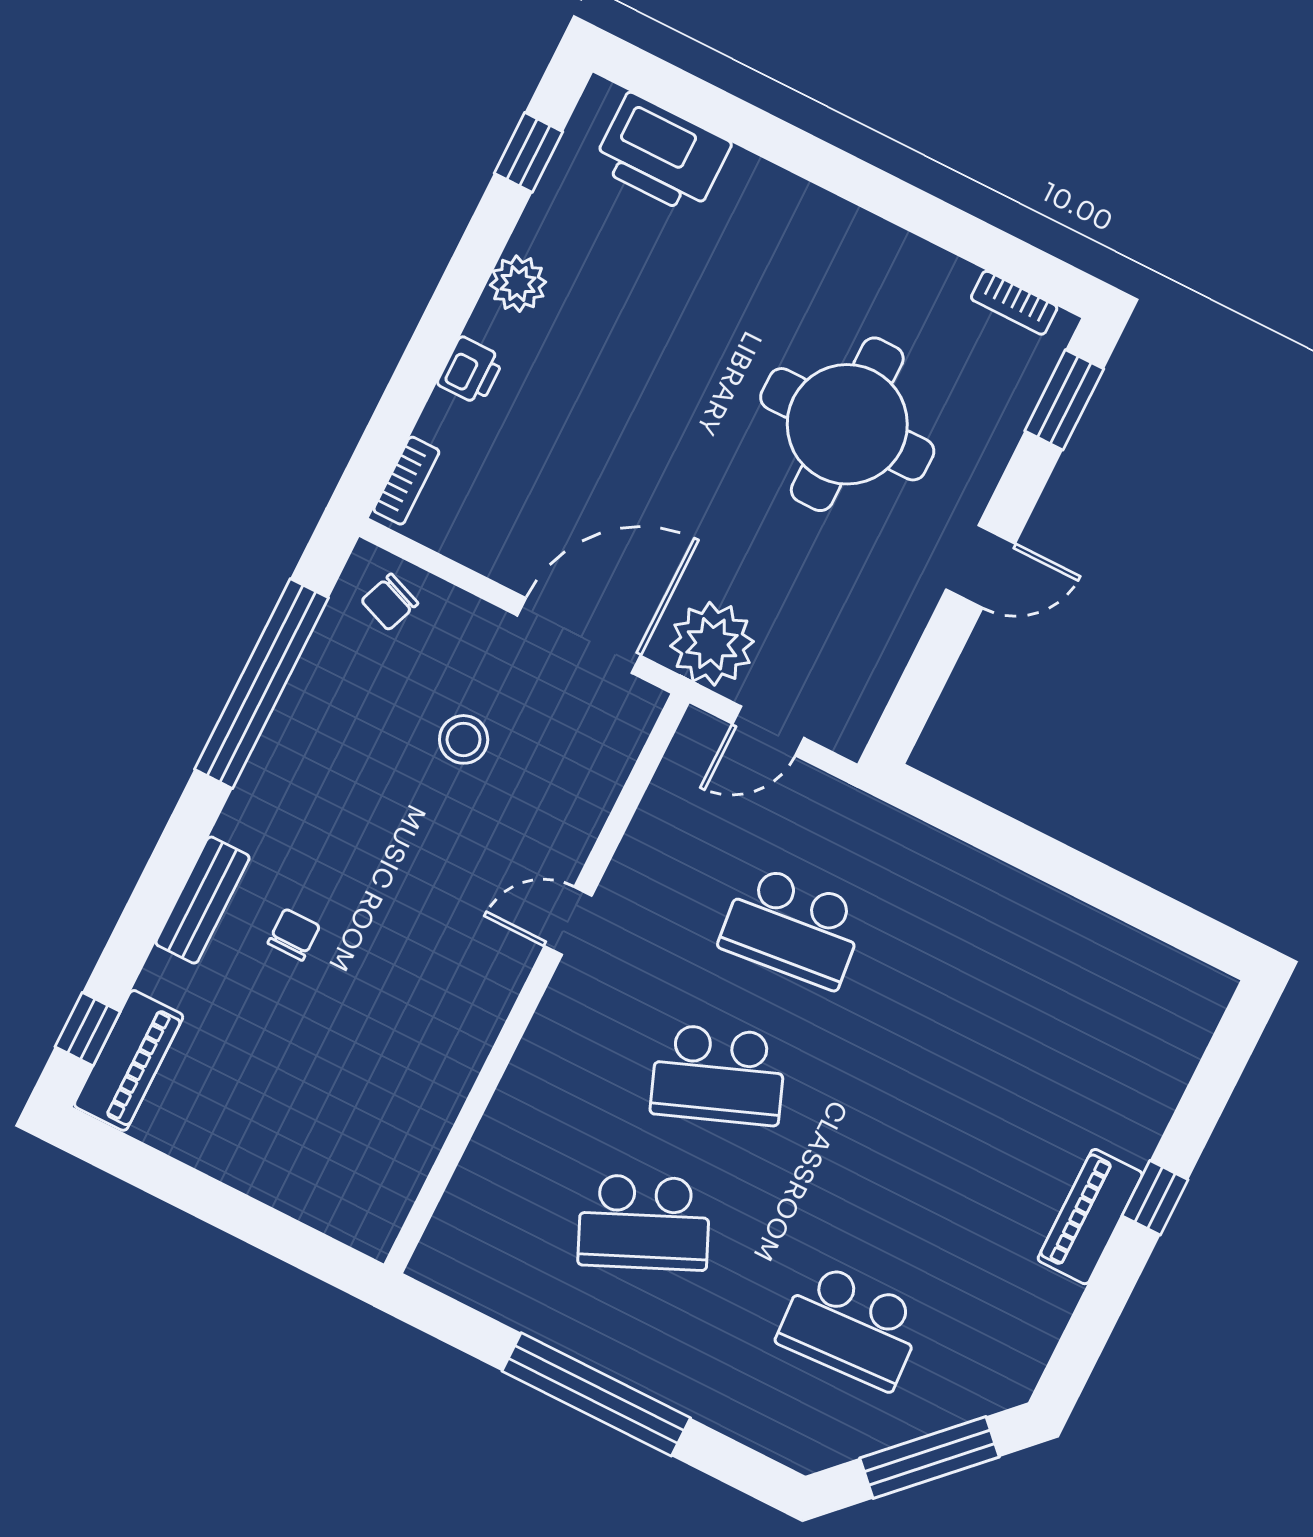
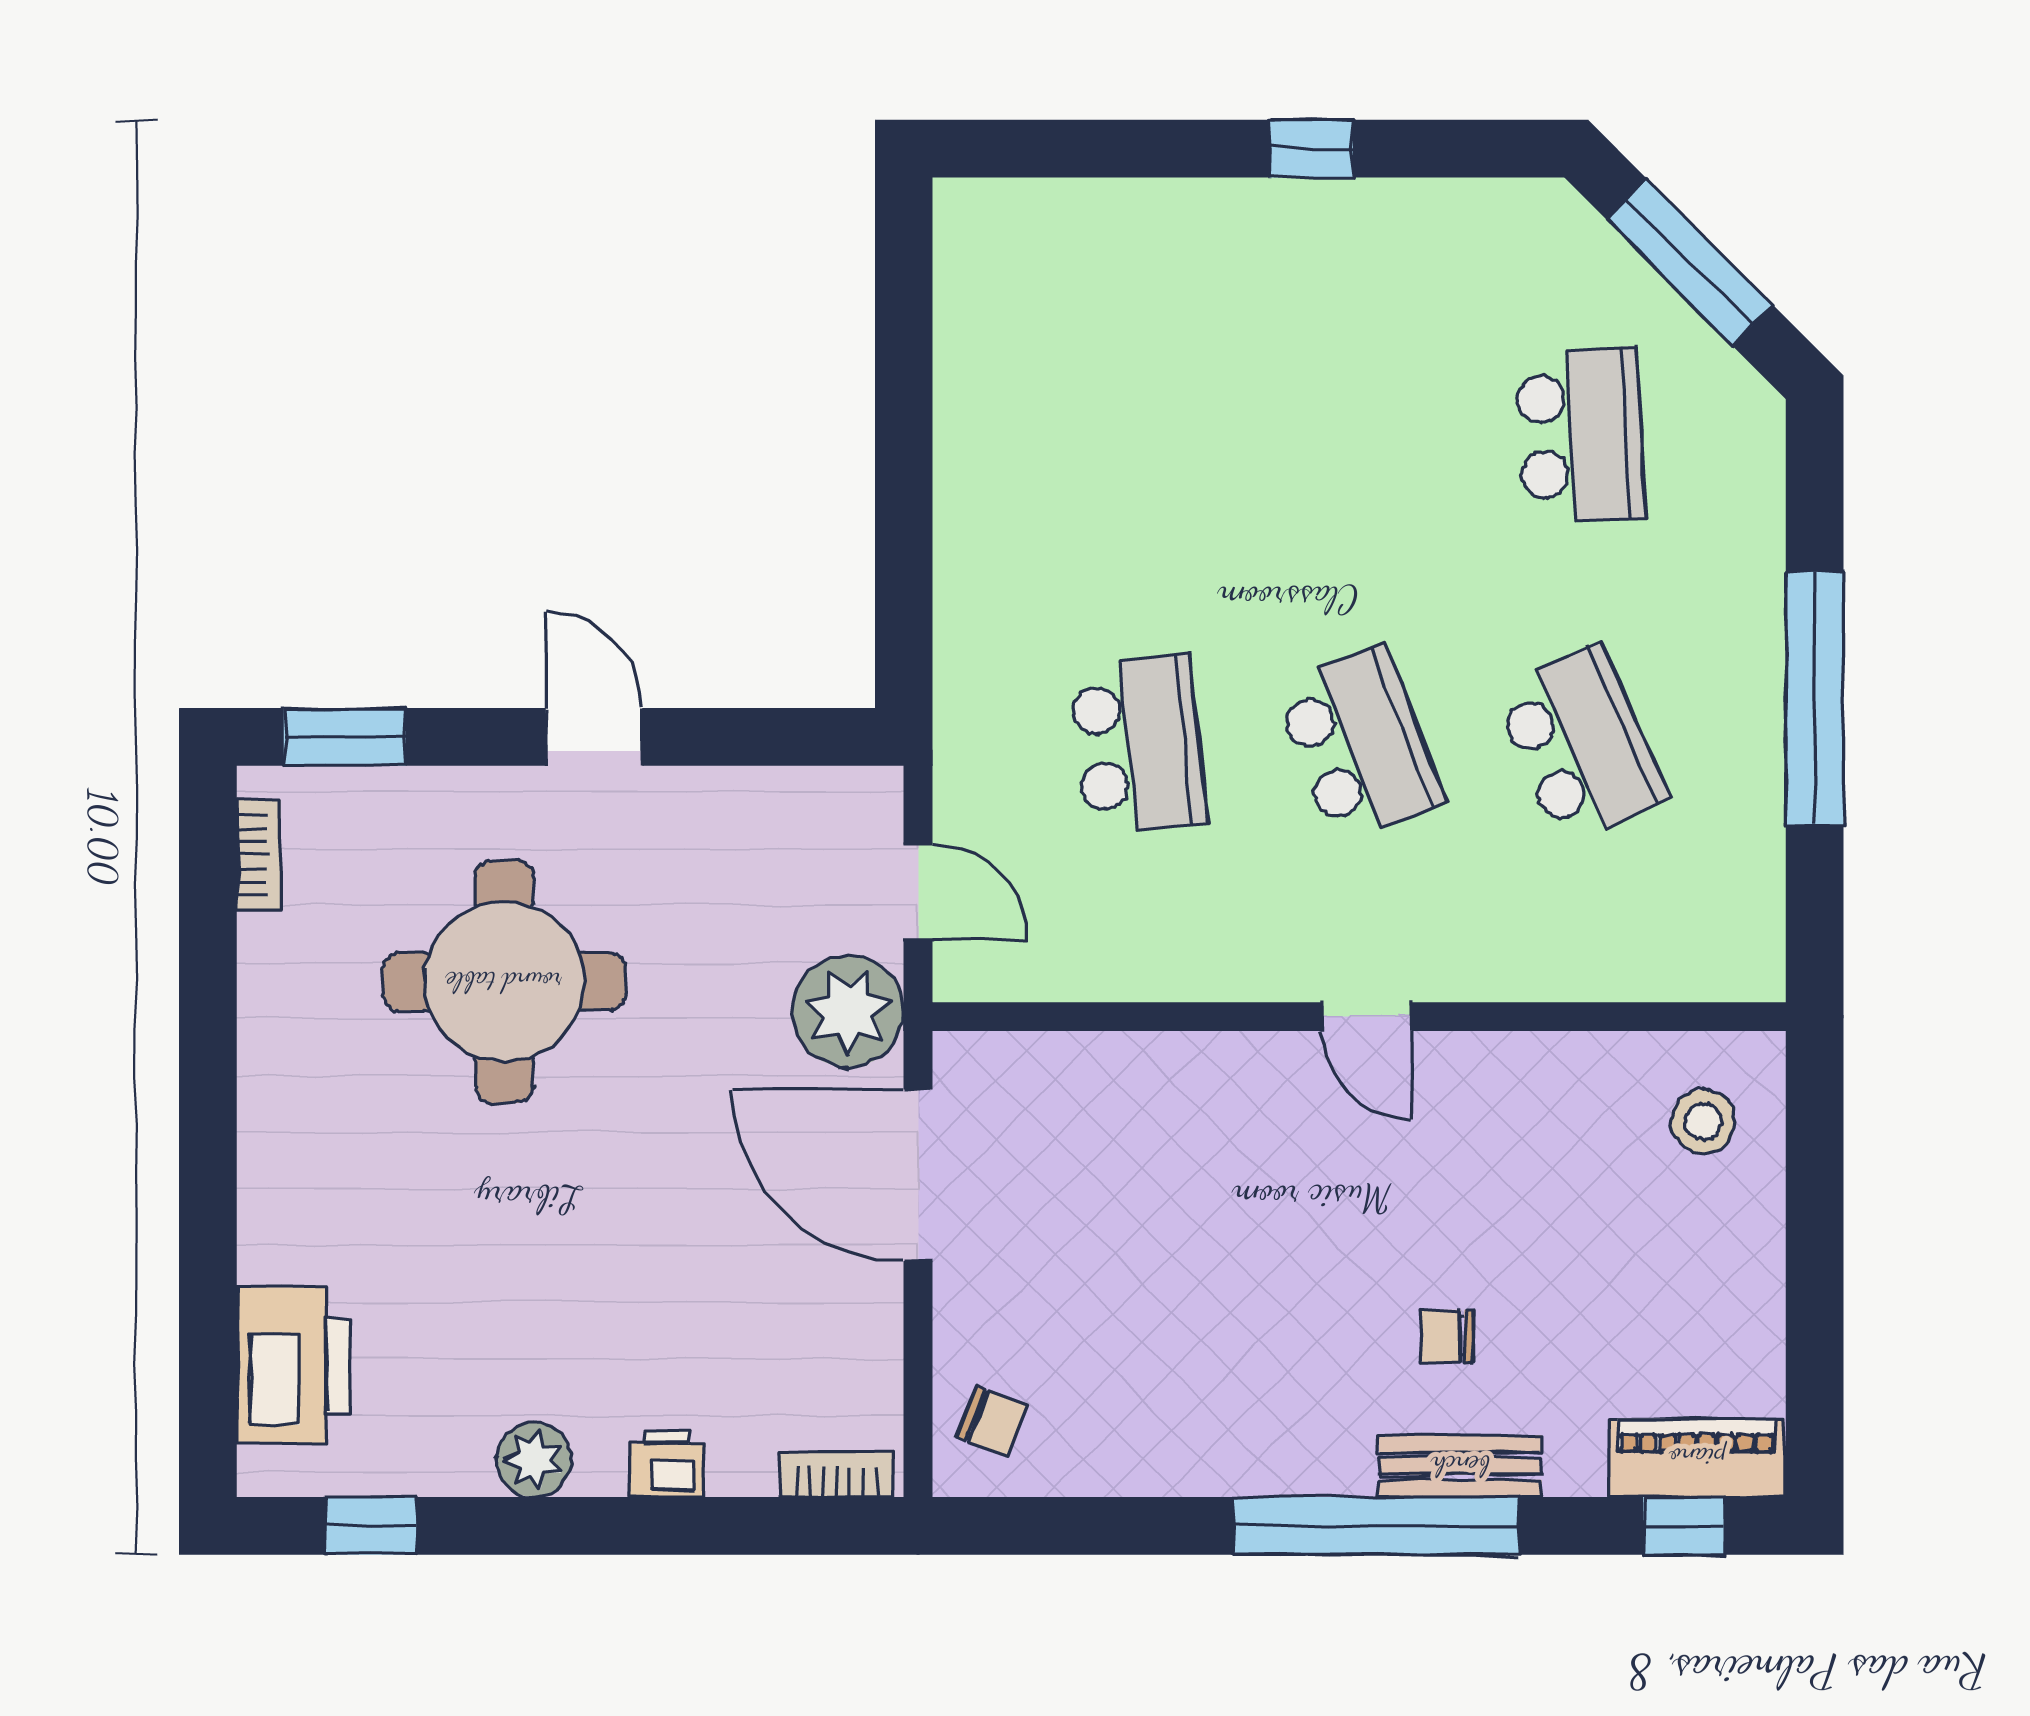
window: (261, 684) -> (1376, 1526), moved
stool: (464, 739) -> (1703, 1121), moved
door: (568, 921) -> (1367, 1017), moved
window: (1155, 1198) -> (1311, 149), moved
piano: (1090, 1217) -> (1305, 215), removed

